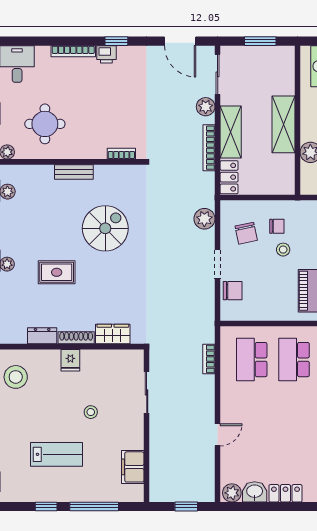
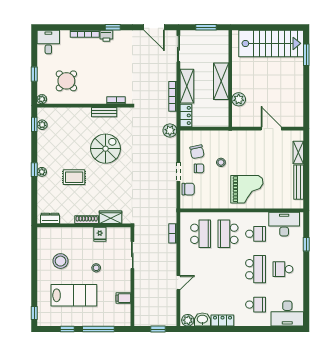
plant: (206, 107) -> (171, 70), removed
round table: (45, 124) -> (66, 81), turned 45
bench: (74, 172) -> (104, 112), moved
plant: (204, 219) -> (170, 130), moved
chair: (277, 226) -> (199, 168), moved
dresser: (42, 336) -> (50, 218), moved
fridge: (70, 360) -> (100, 234), moved
school desk: (252, 360) -> (201, 234), turned 180
stool: (16, 377) -> (61, 261), moved
lab bench: (57, 454) -> (74, 295), width x1.36, depth x1.39
filing cabinet: (133, 467) -> (123, 298), width x0.50

